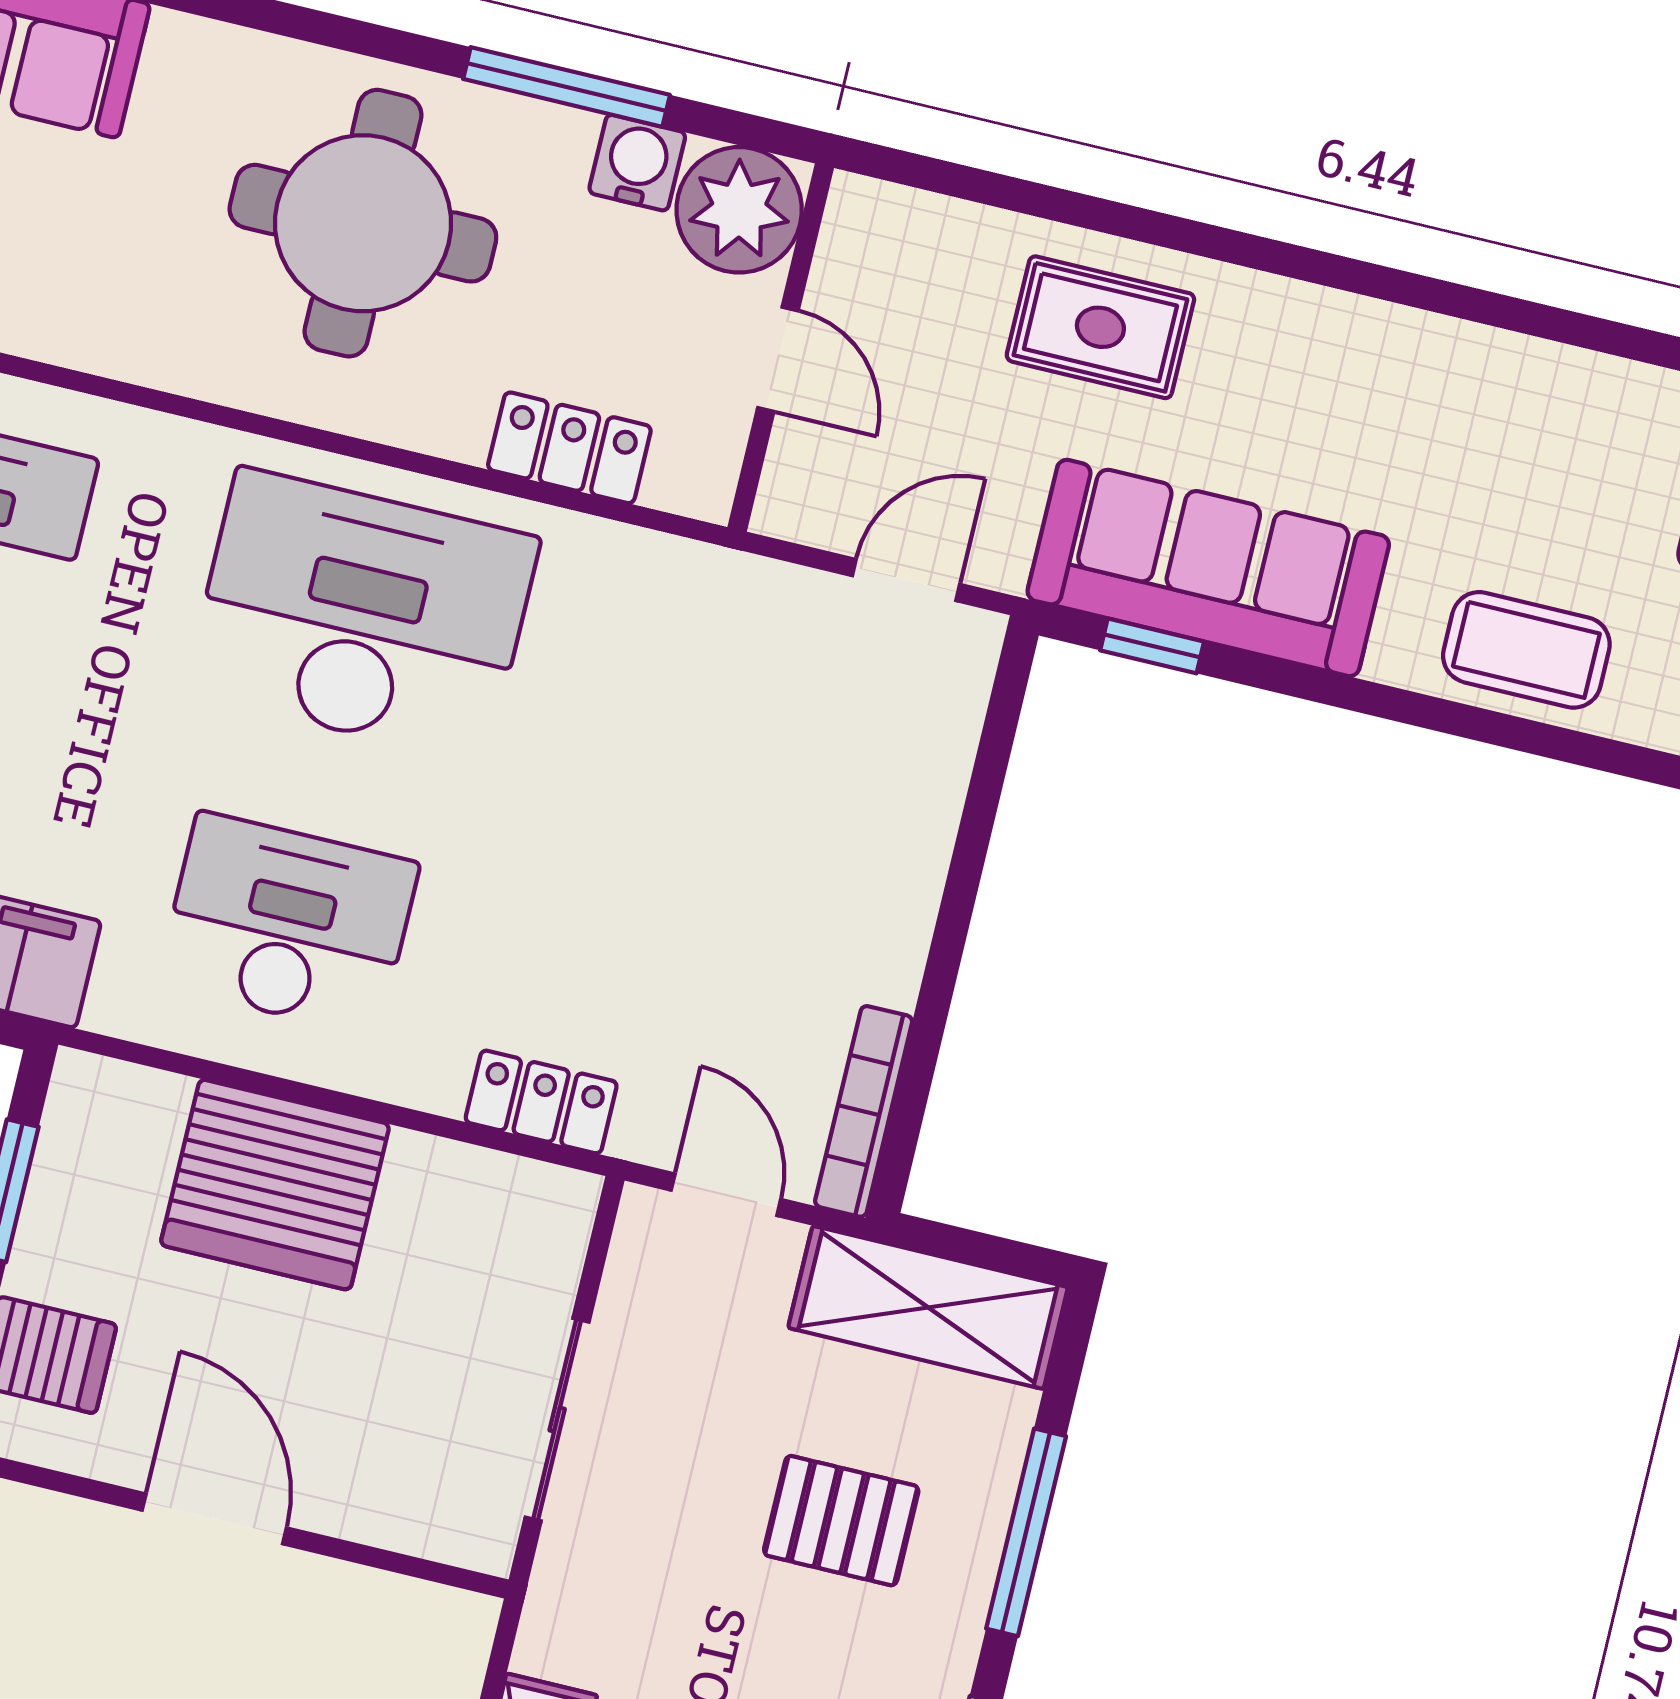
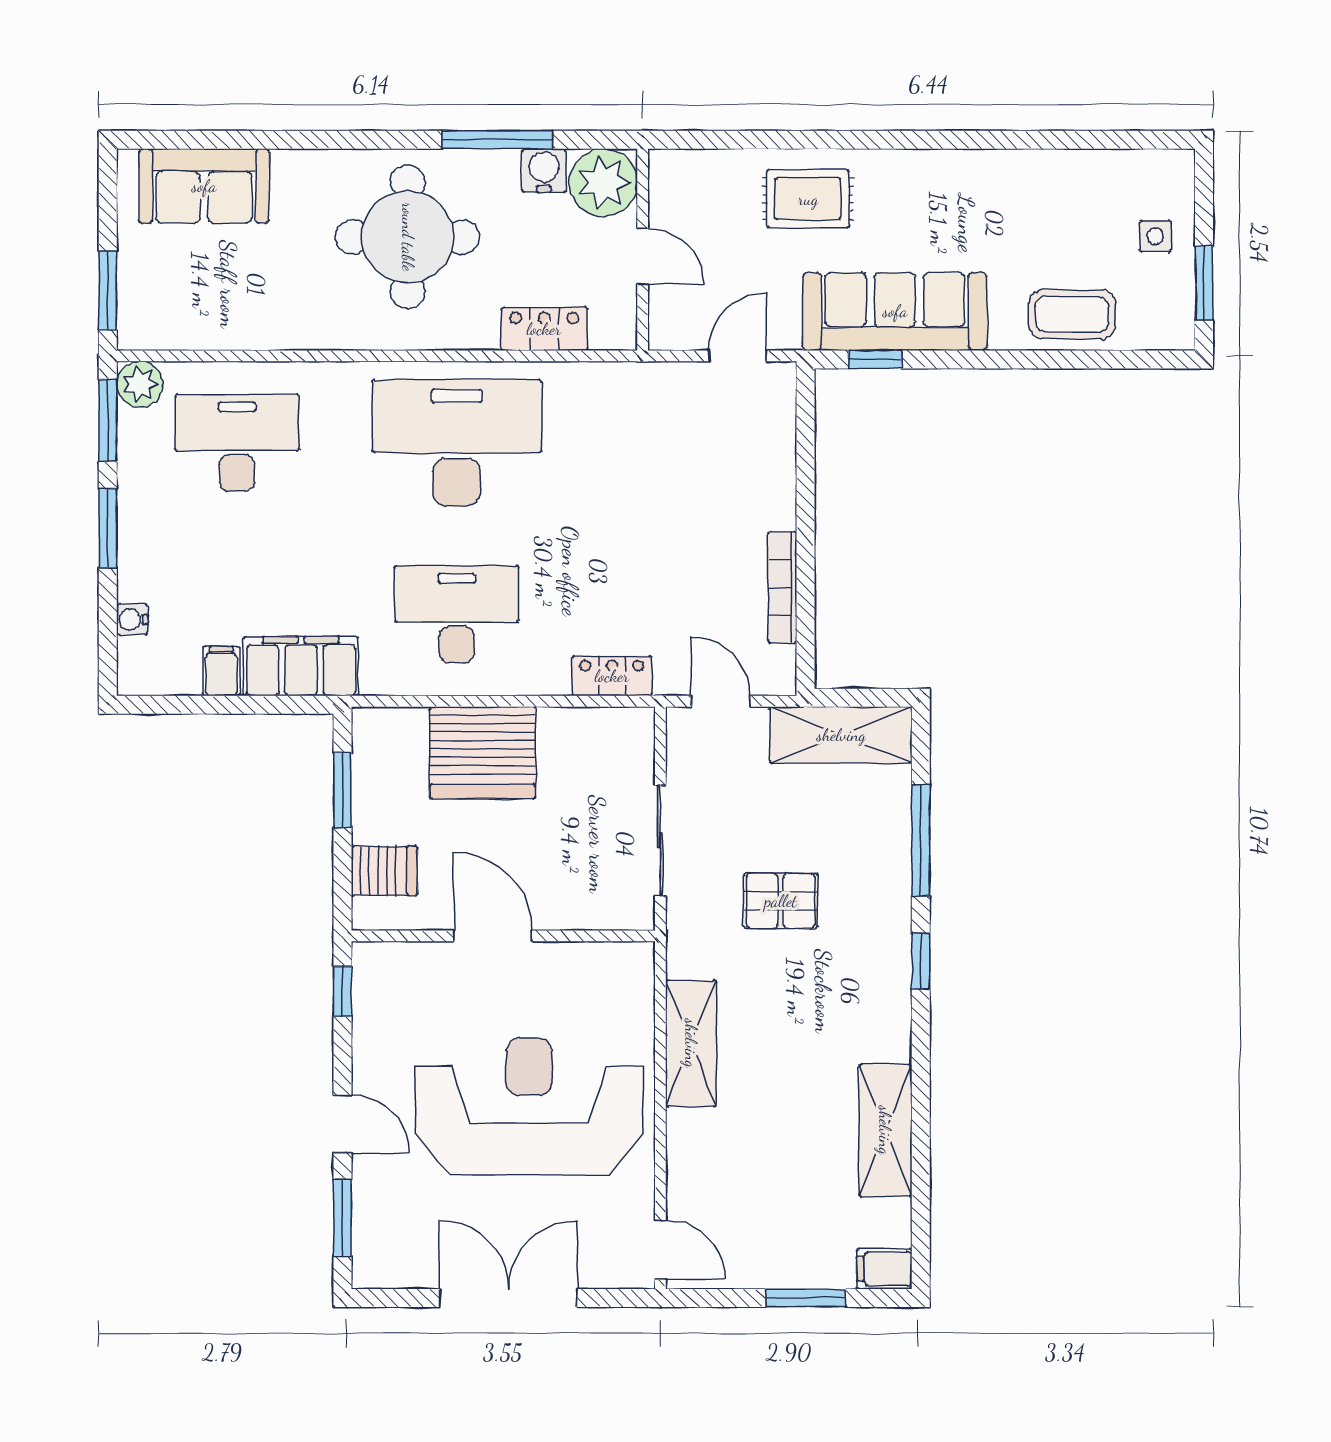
bookcase: (864, 1111) -> (782, 587), moved
pallet: (841, 1521) -> (781, 901), moved

